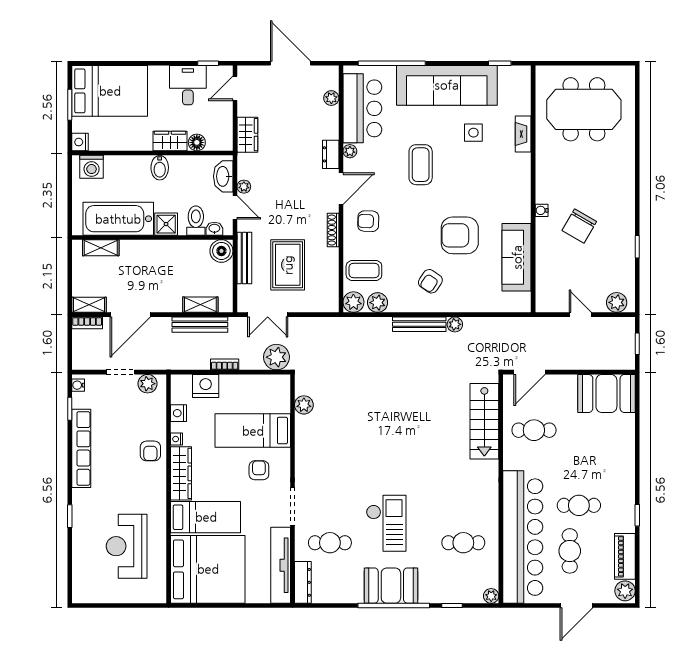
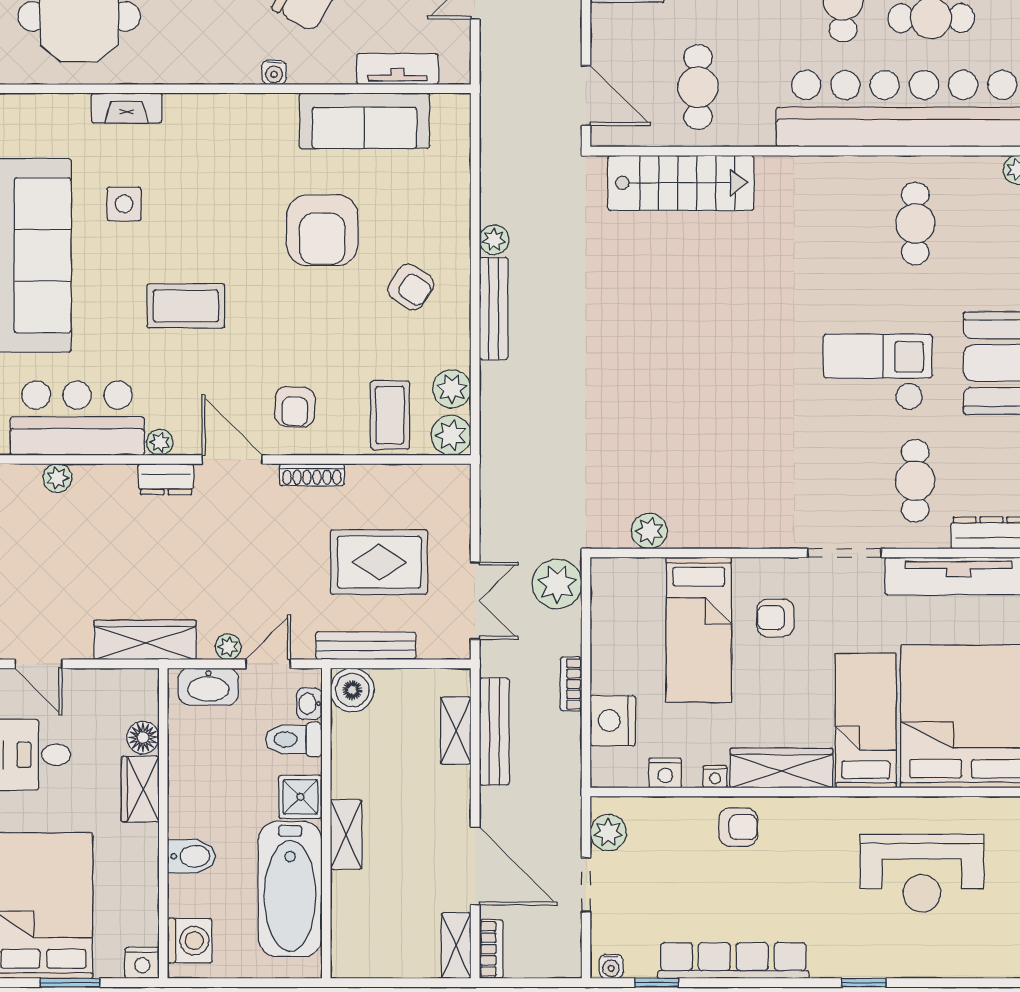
wardrobe: (247, 135) -> (145, 640), width x1.50
bidet: (160, 168) -> (192, 856), moved
shelving: (101, 248) -> (346, 834), moved
tv unit: (543, 274) -> (397, 69), added

